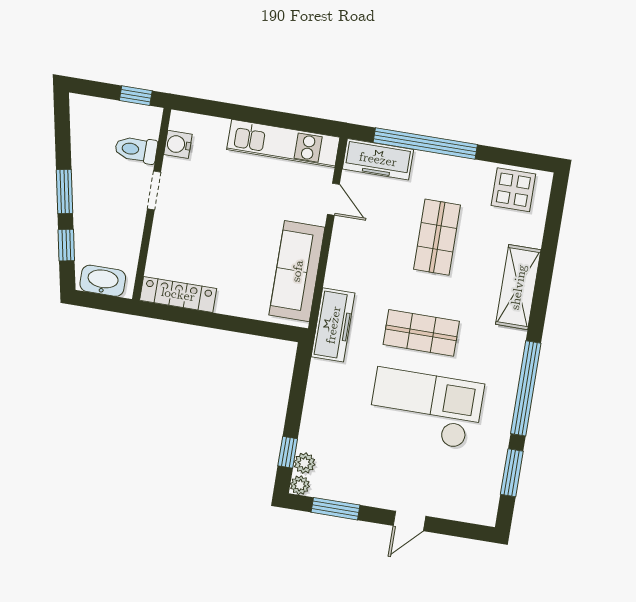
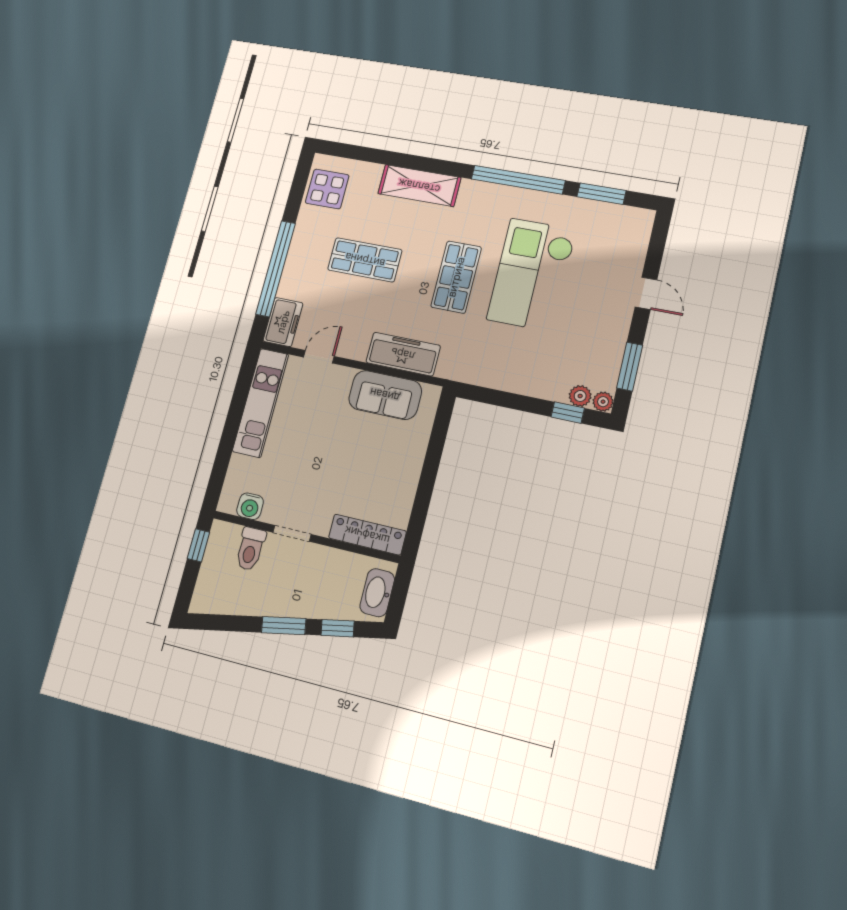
freezer: (378, 159) -> (283, 322), width x0.71
sofa: (297, 271) -> (385, 395), width x0.73
locker: (178, 294) -> (367, 535), moved, turned 90
freezer: (333, 325) -> (403, 354), moved

